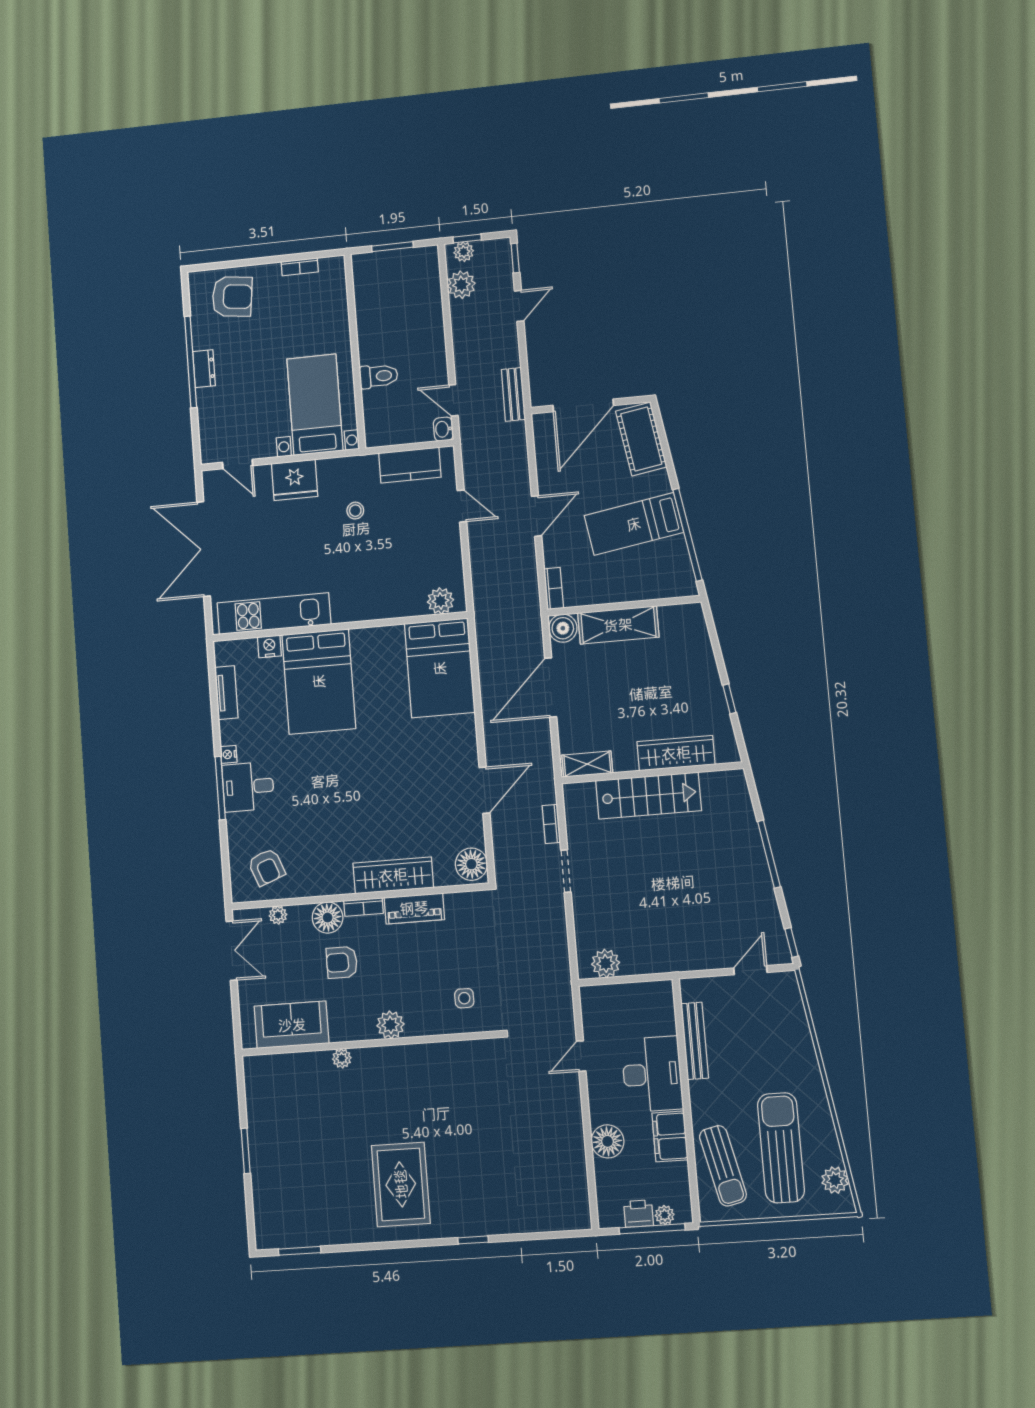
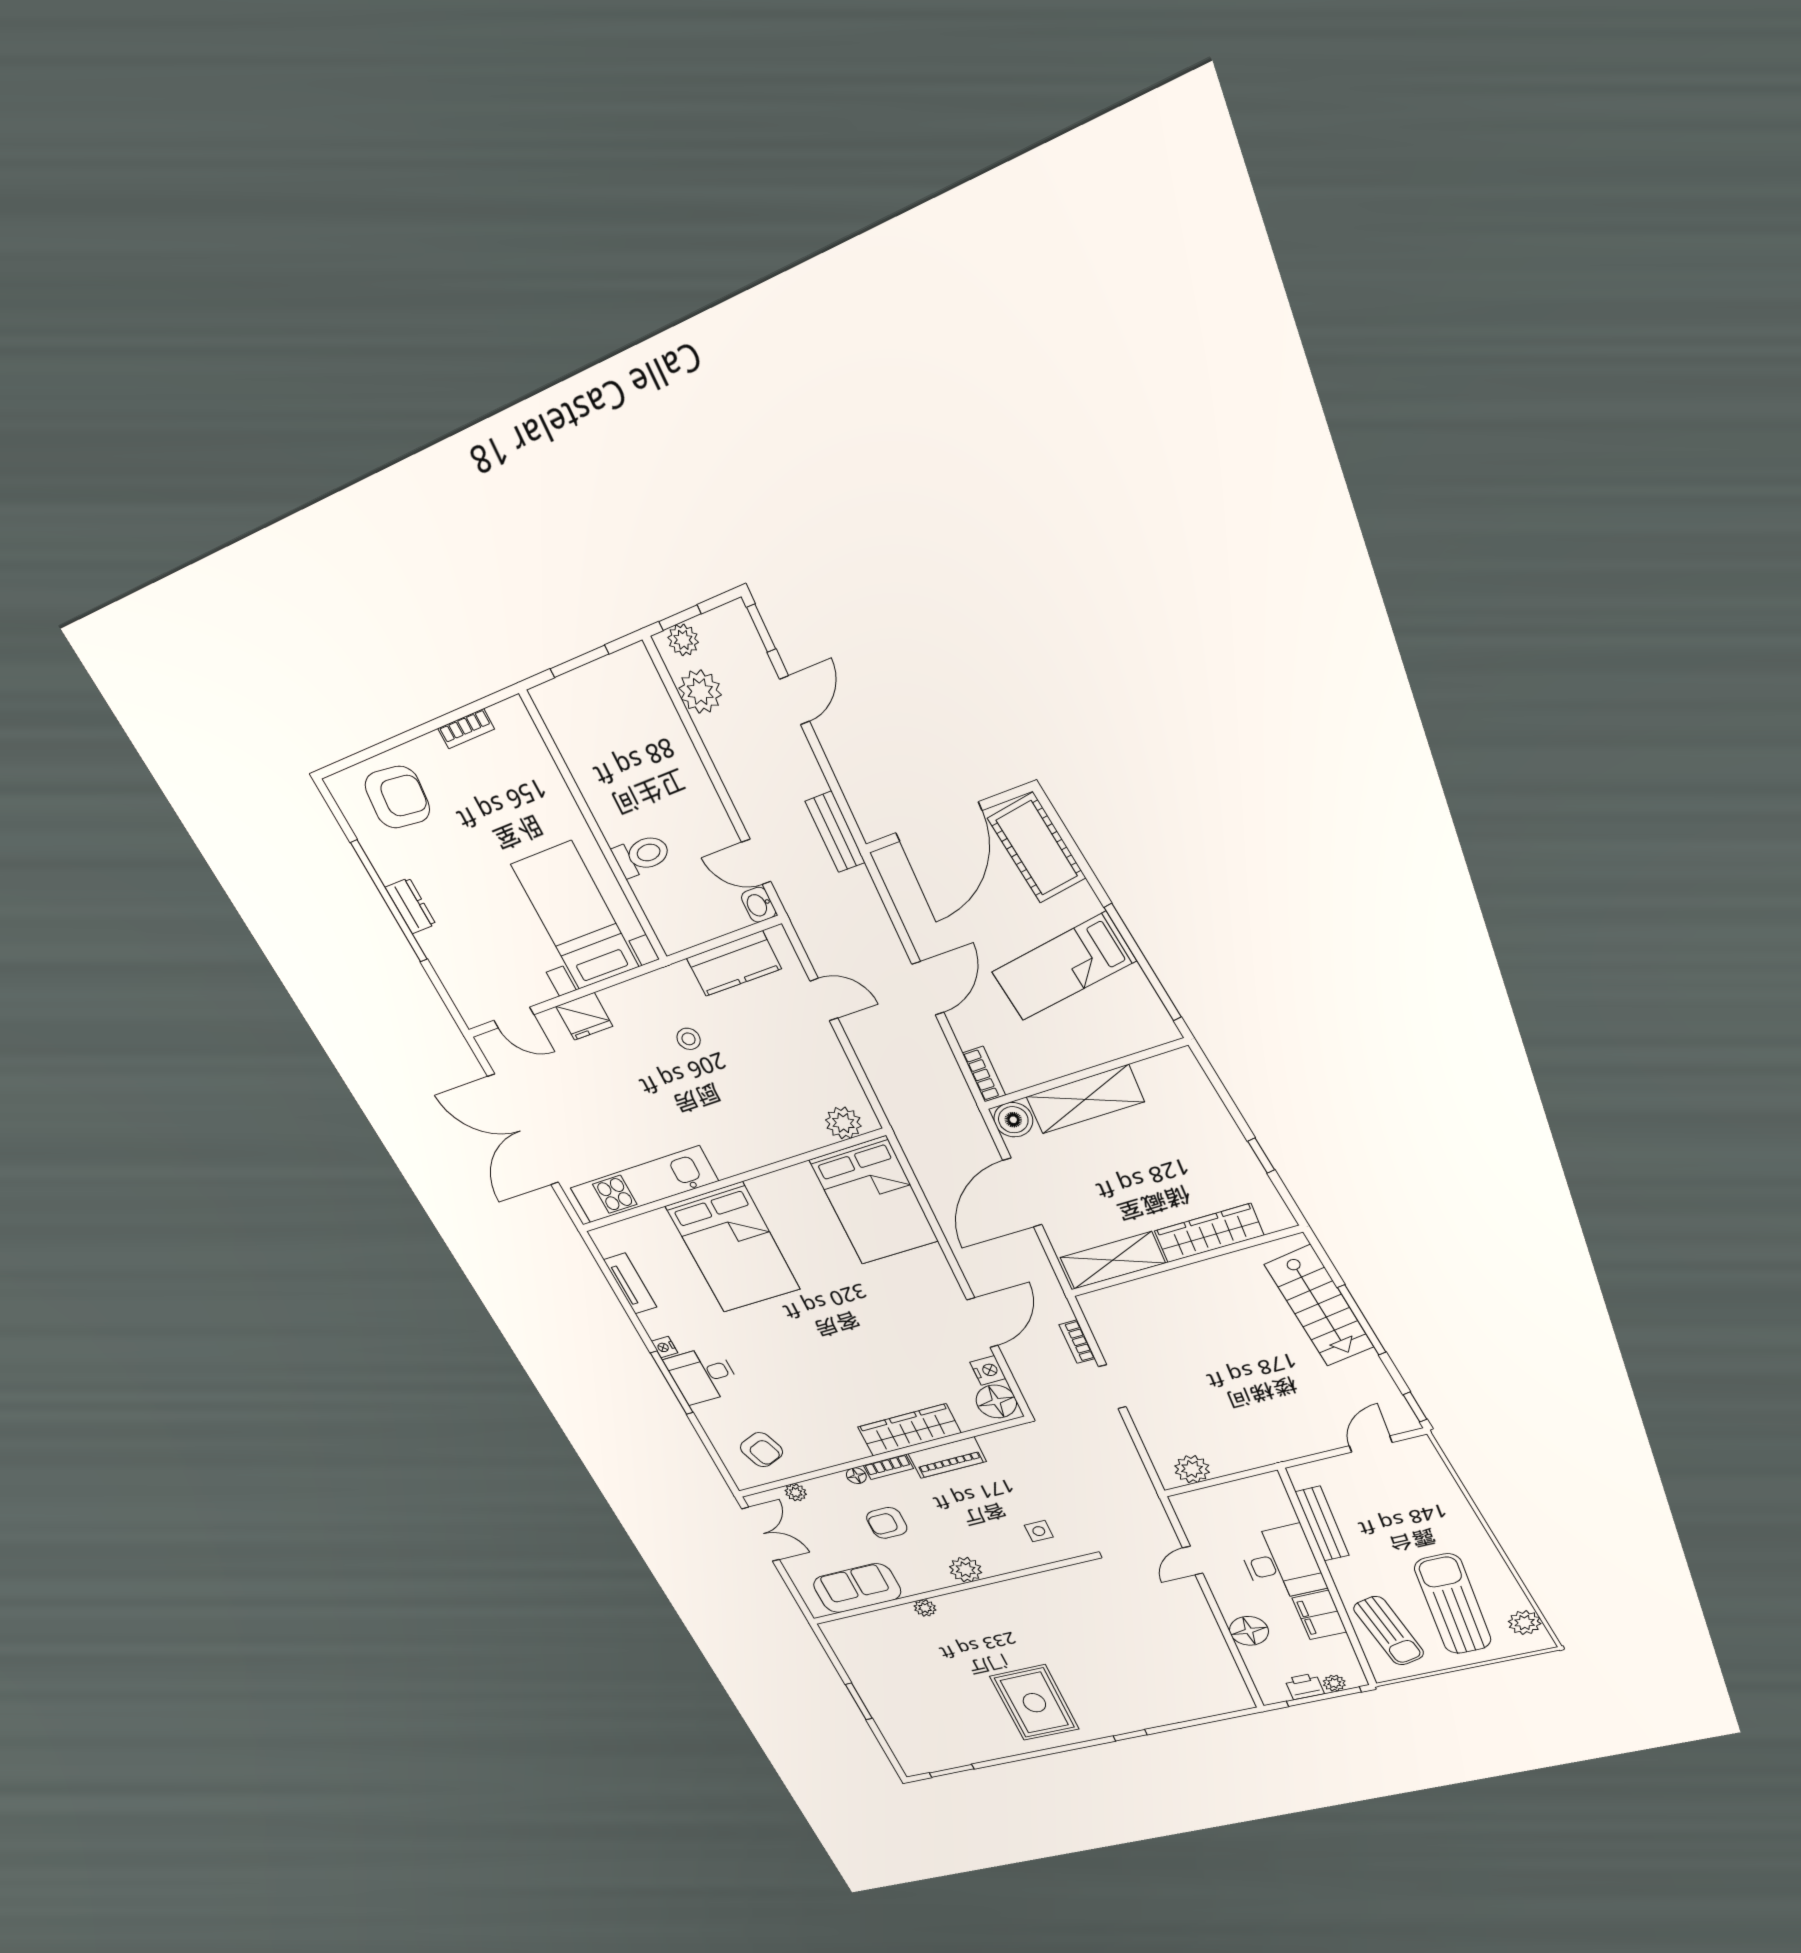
fridge: (295, 480) -> (584, 1016), width x0.73, depth x0.75
nightstand: (269, 646) -> (988, 1370), moved, turned 90
shelving: (587, 764) -> (1113, 1260), width x1.50, depth x1.33
stairs: (648, 796) -> (1319, 1306), moved, turned 81
floor lamp: (328, 918) -> (856, 1476), width x0.53, depth x0.53

